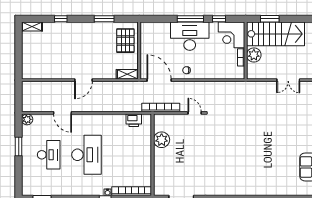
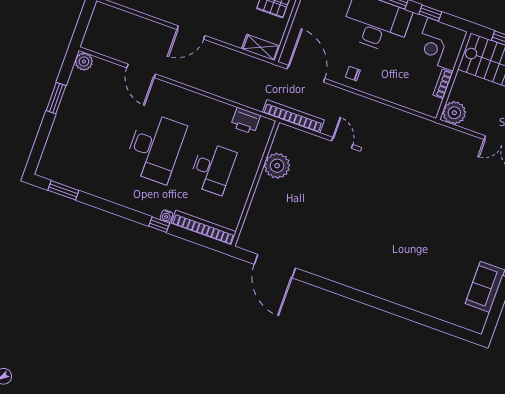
plant: (254, 55) -> (454, 113), moved
desk: (49, 155) -> (212, 168), moved

